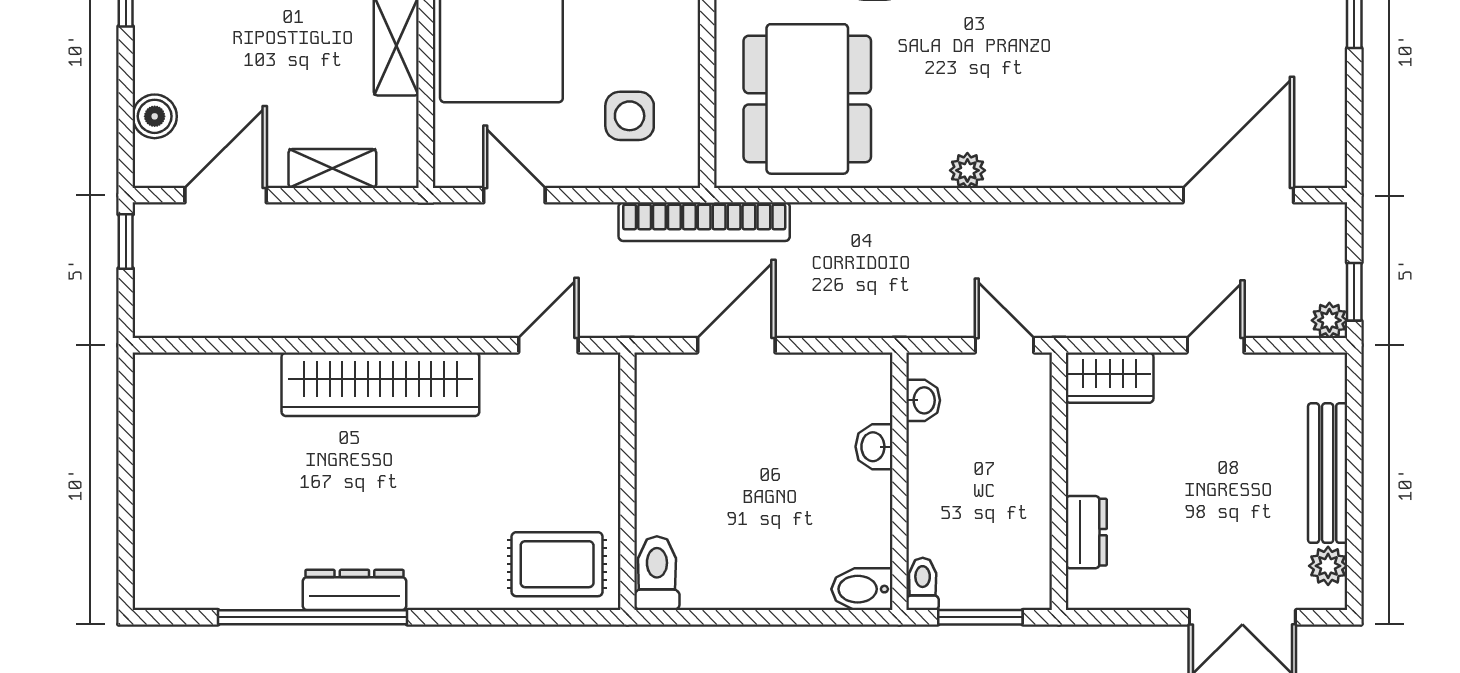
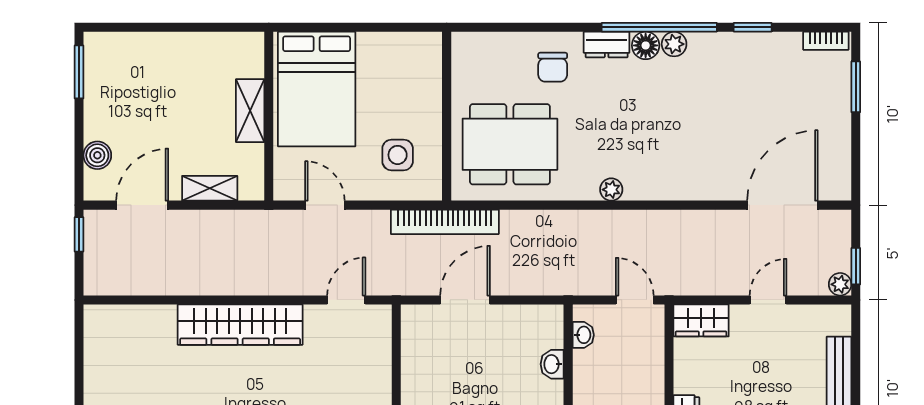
dining table: (807, 99) -> (510, 144), turned 90

